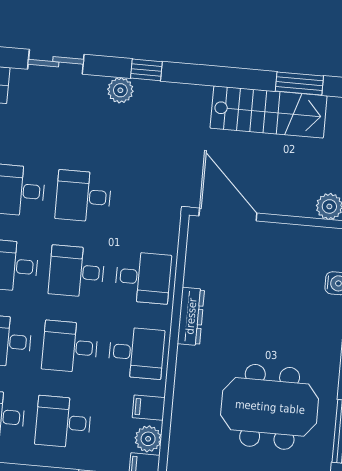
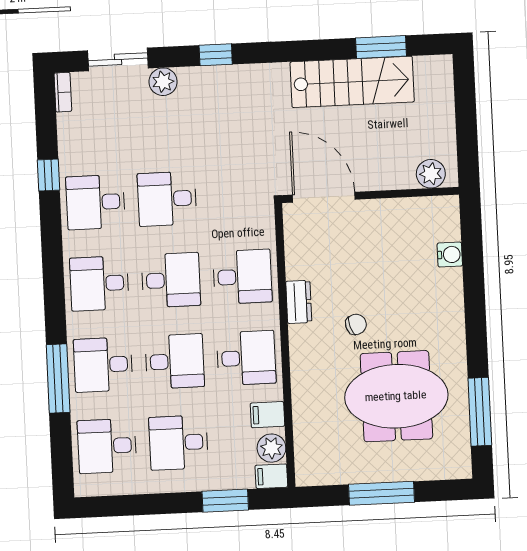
plant: (120, 90) -> (163, 82), moved
desk: (77, 272) -> (171, 280), turned 180
dresser: (191, 316) -> (299, 302), width x0.70
chair: (241, 336) -> (356, 324), added
desk: (70, 347) -> (175, 361), turned 180

